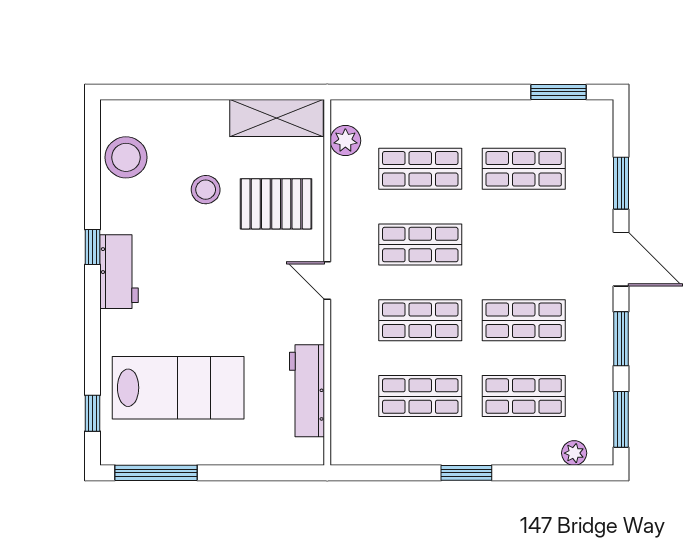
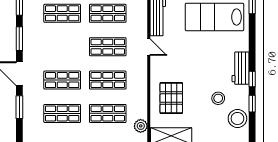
stool: (206, 190) -> (218, 98), moved
window: (92, 191) -> (252, 104), added
pallet: (276, 204) -> (171, 98), turned 90
door: (327, 280) -> (149, 47), moved
shop shelf: (524, 320) -> (62, 80), moved

